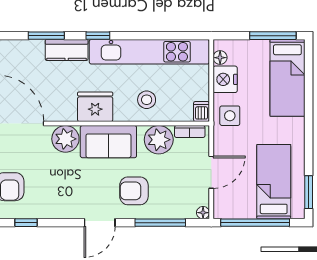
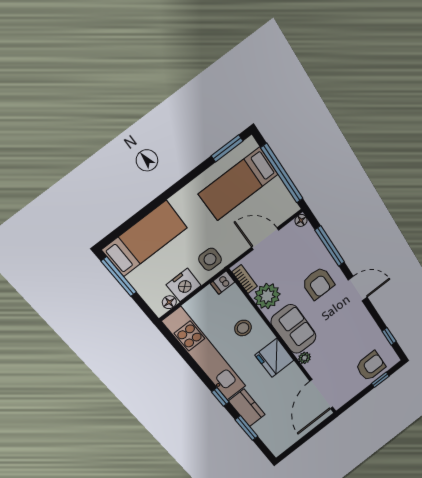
plant: (65, 139) -> (305, 358), width x0.53, depth x0.53

